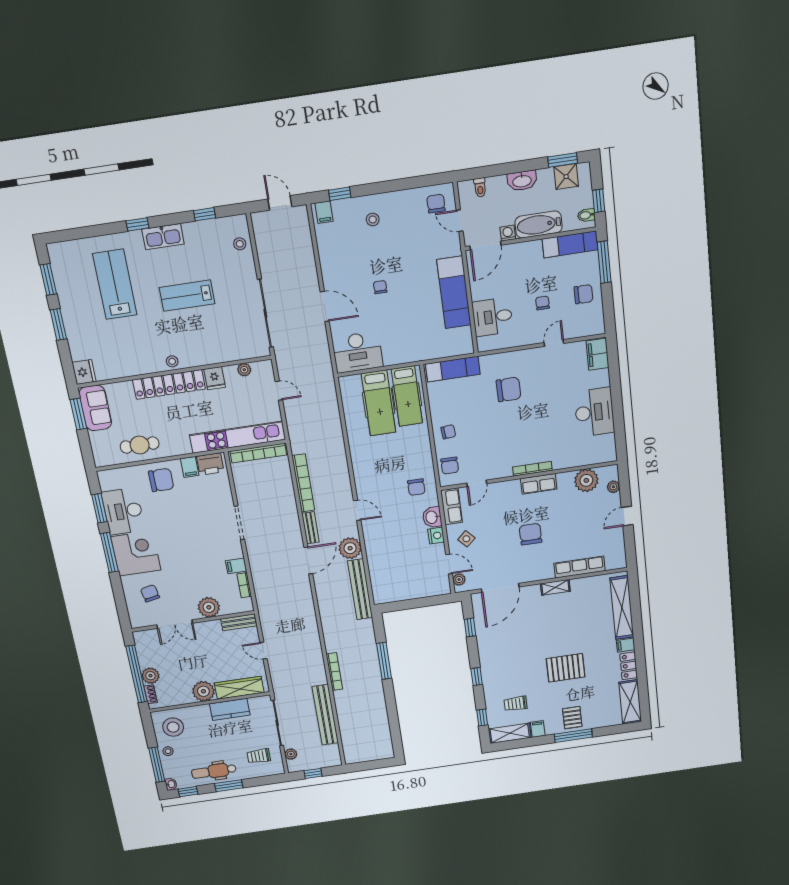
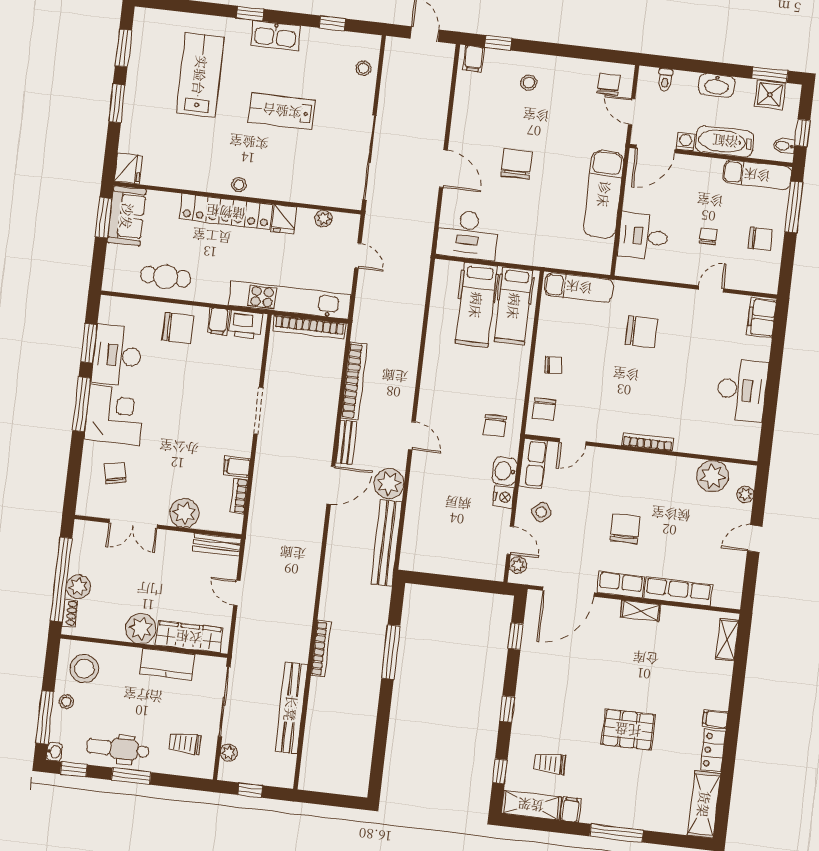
chair: (380, 287) -> (516, 164), width x1.87, depth x1.87
row of seats: (539, 484) -> (621, 585), moved, turned 180
shelving: (622, 608) -> (727, 640), width x0.45, depth x0.75
pallet: (572, 718) -> (621, 806), removed

